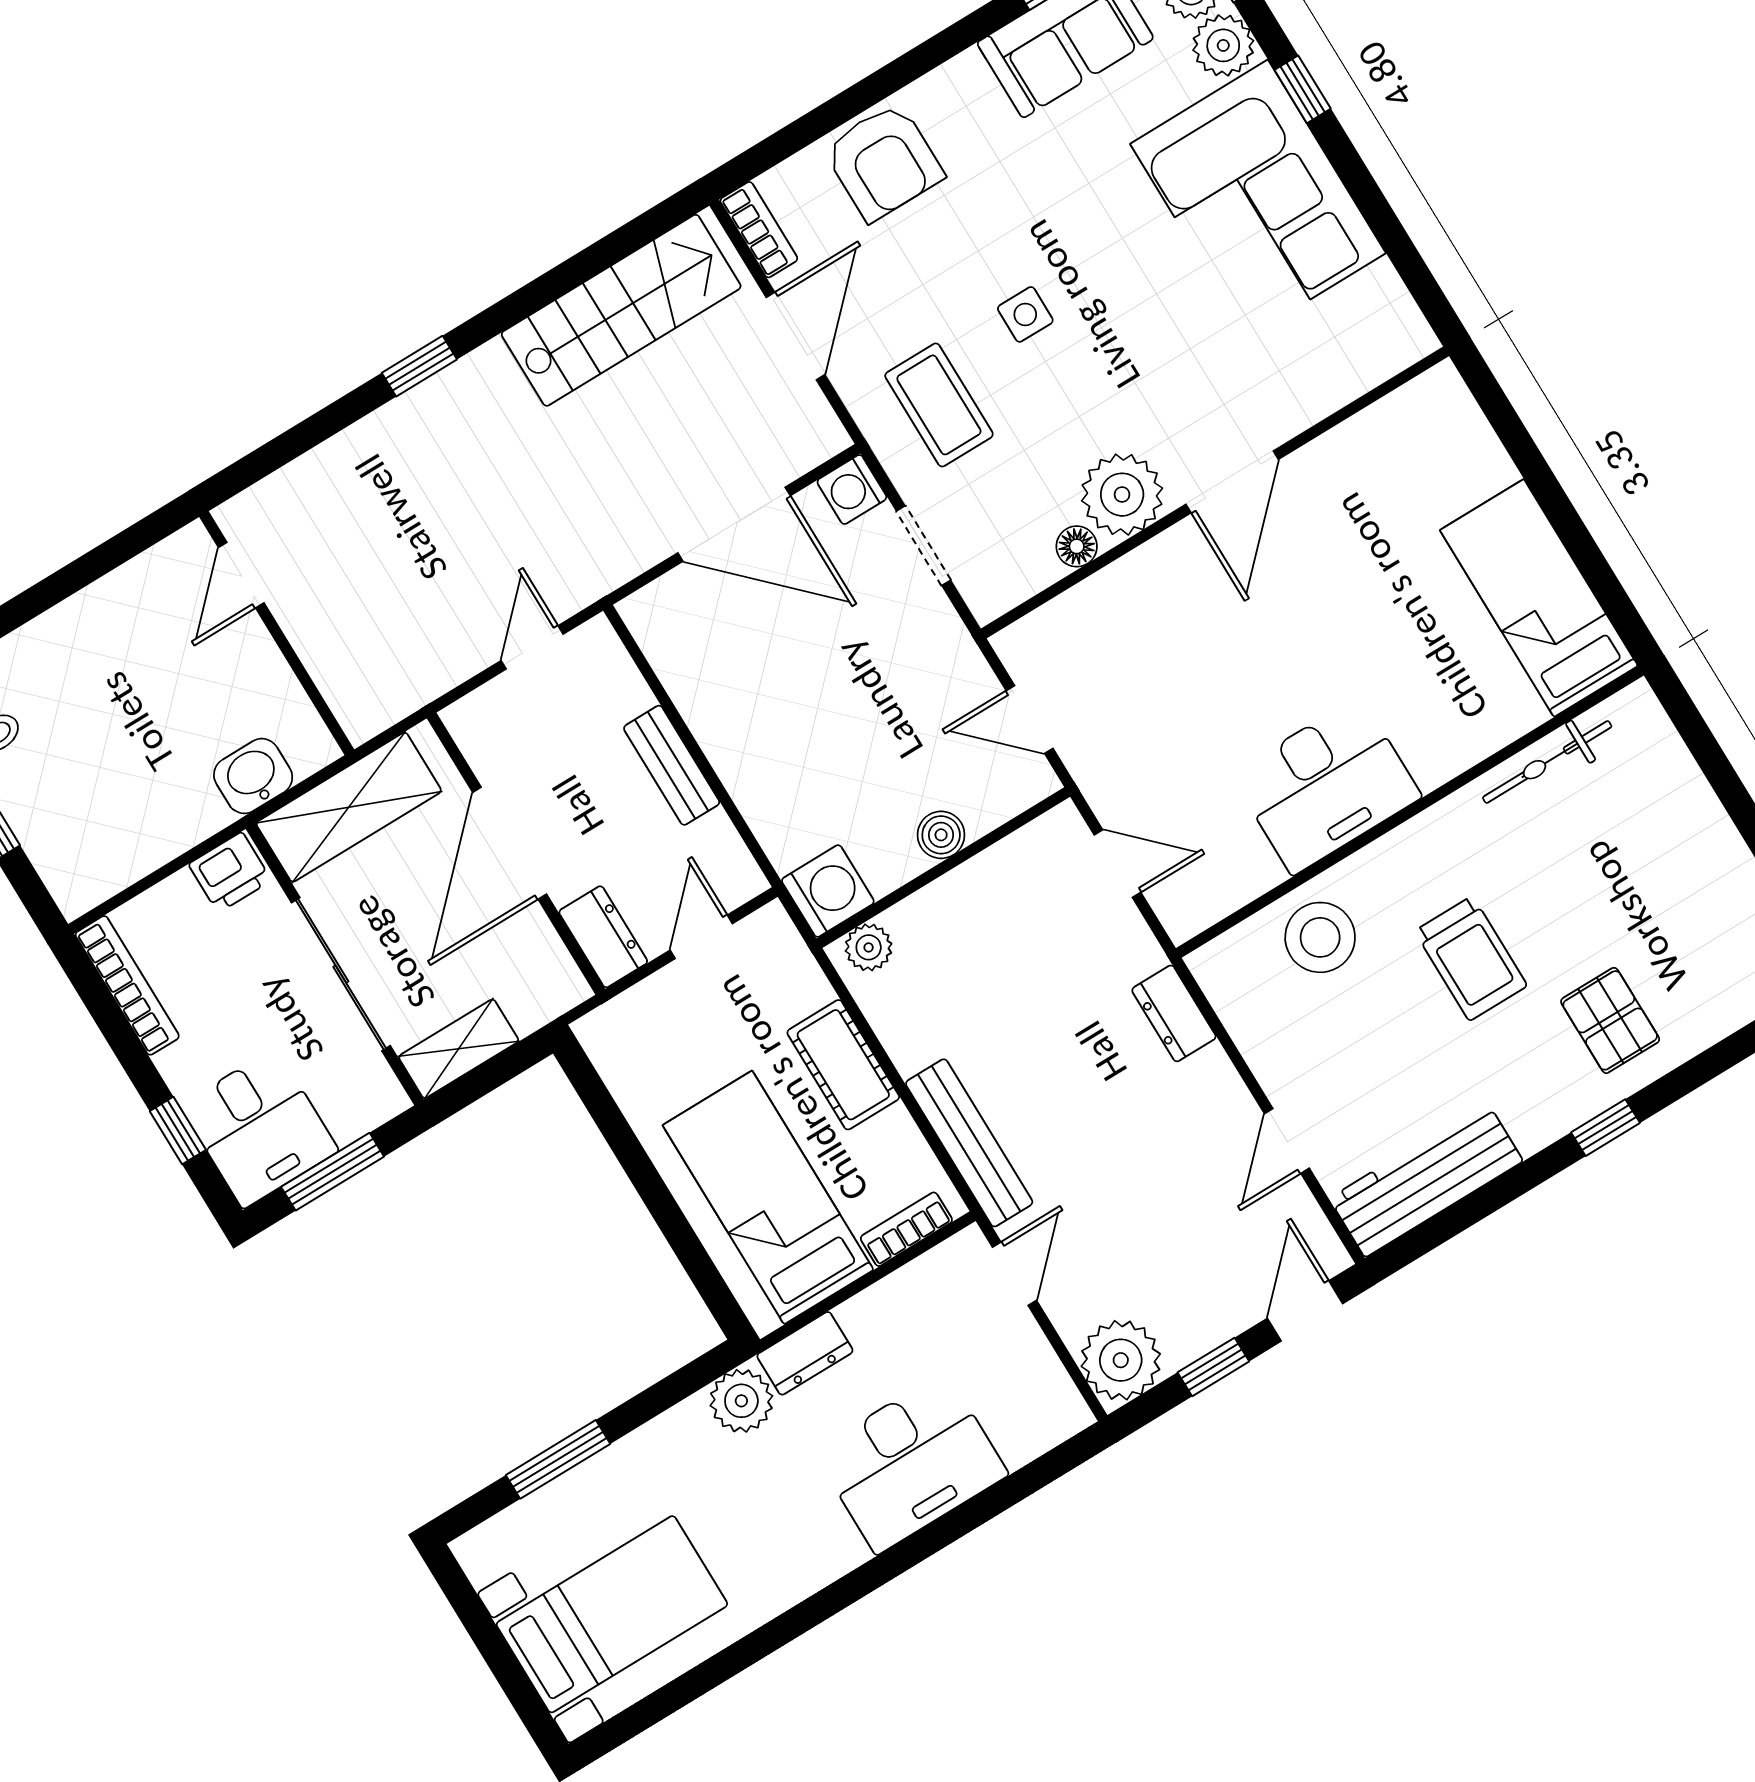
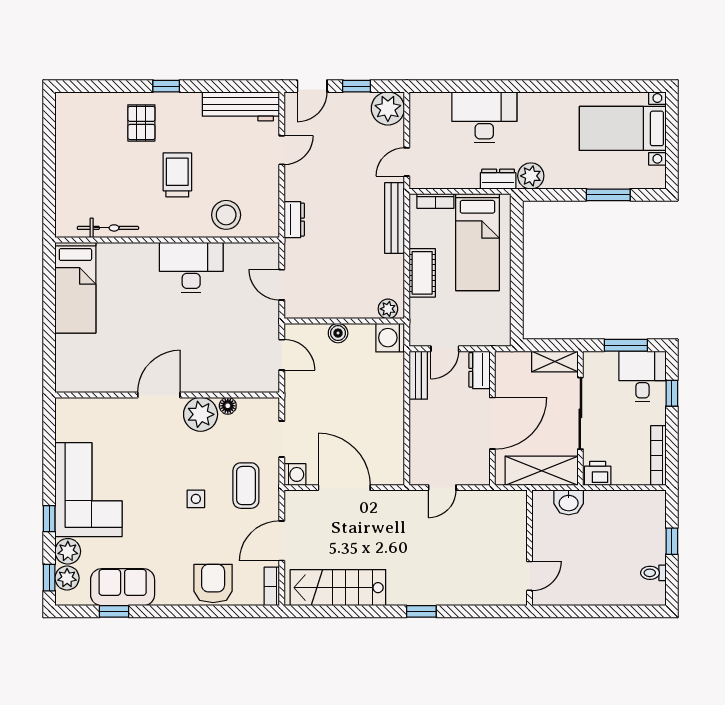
bench: (672, 765) -> (418, 375), moved

